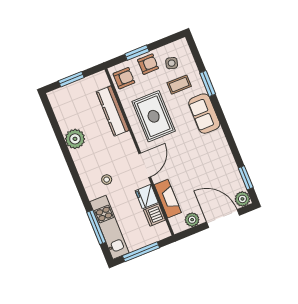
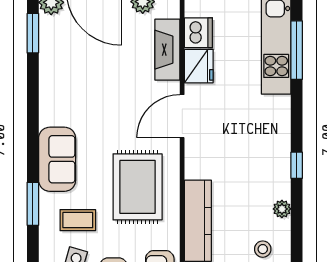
plant: (75, 139) -> (282, 209), width x0.53, depth x0.53
window: (71, 164) -> (297, 165), added
stool: (107, 180) -> (263, 249), moved

